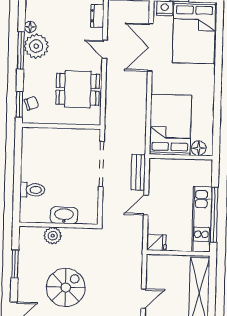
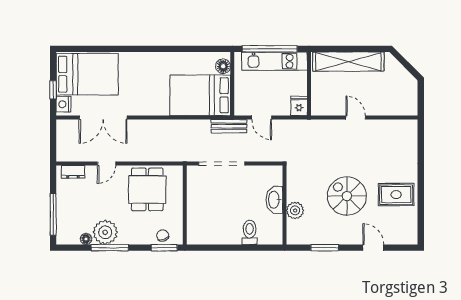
bed: (170, 125) -> (200, 95), moved
floor lamp: (199, 148) -> (223, 66), moved
wall: (181, 157) -> (232, 84), moved

